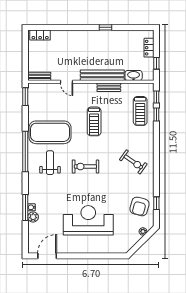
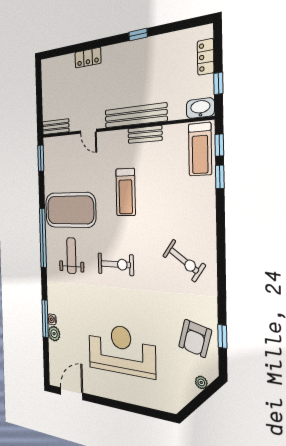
locker: (40, 35) -> (88, 58), moved
washbasin: (134, 76) -> (200, 108), moved
treadmill: (140, 111) -> (200, 149), moved
exercise bike: (85, 167) -> (116, 264), turned 180

